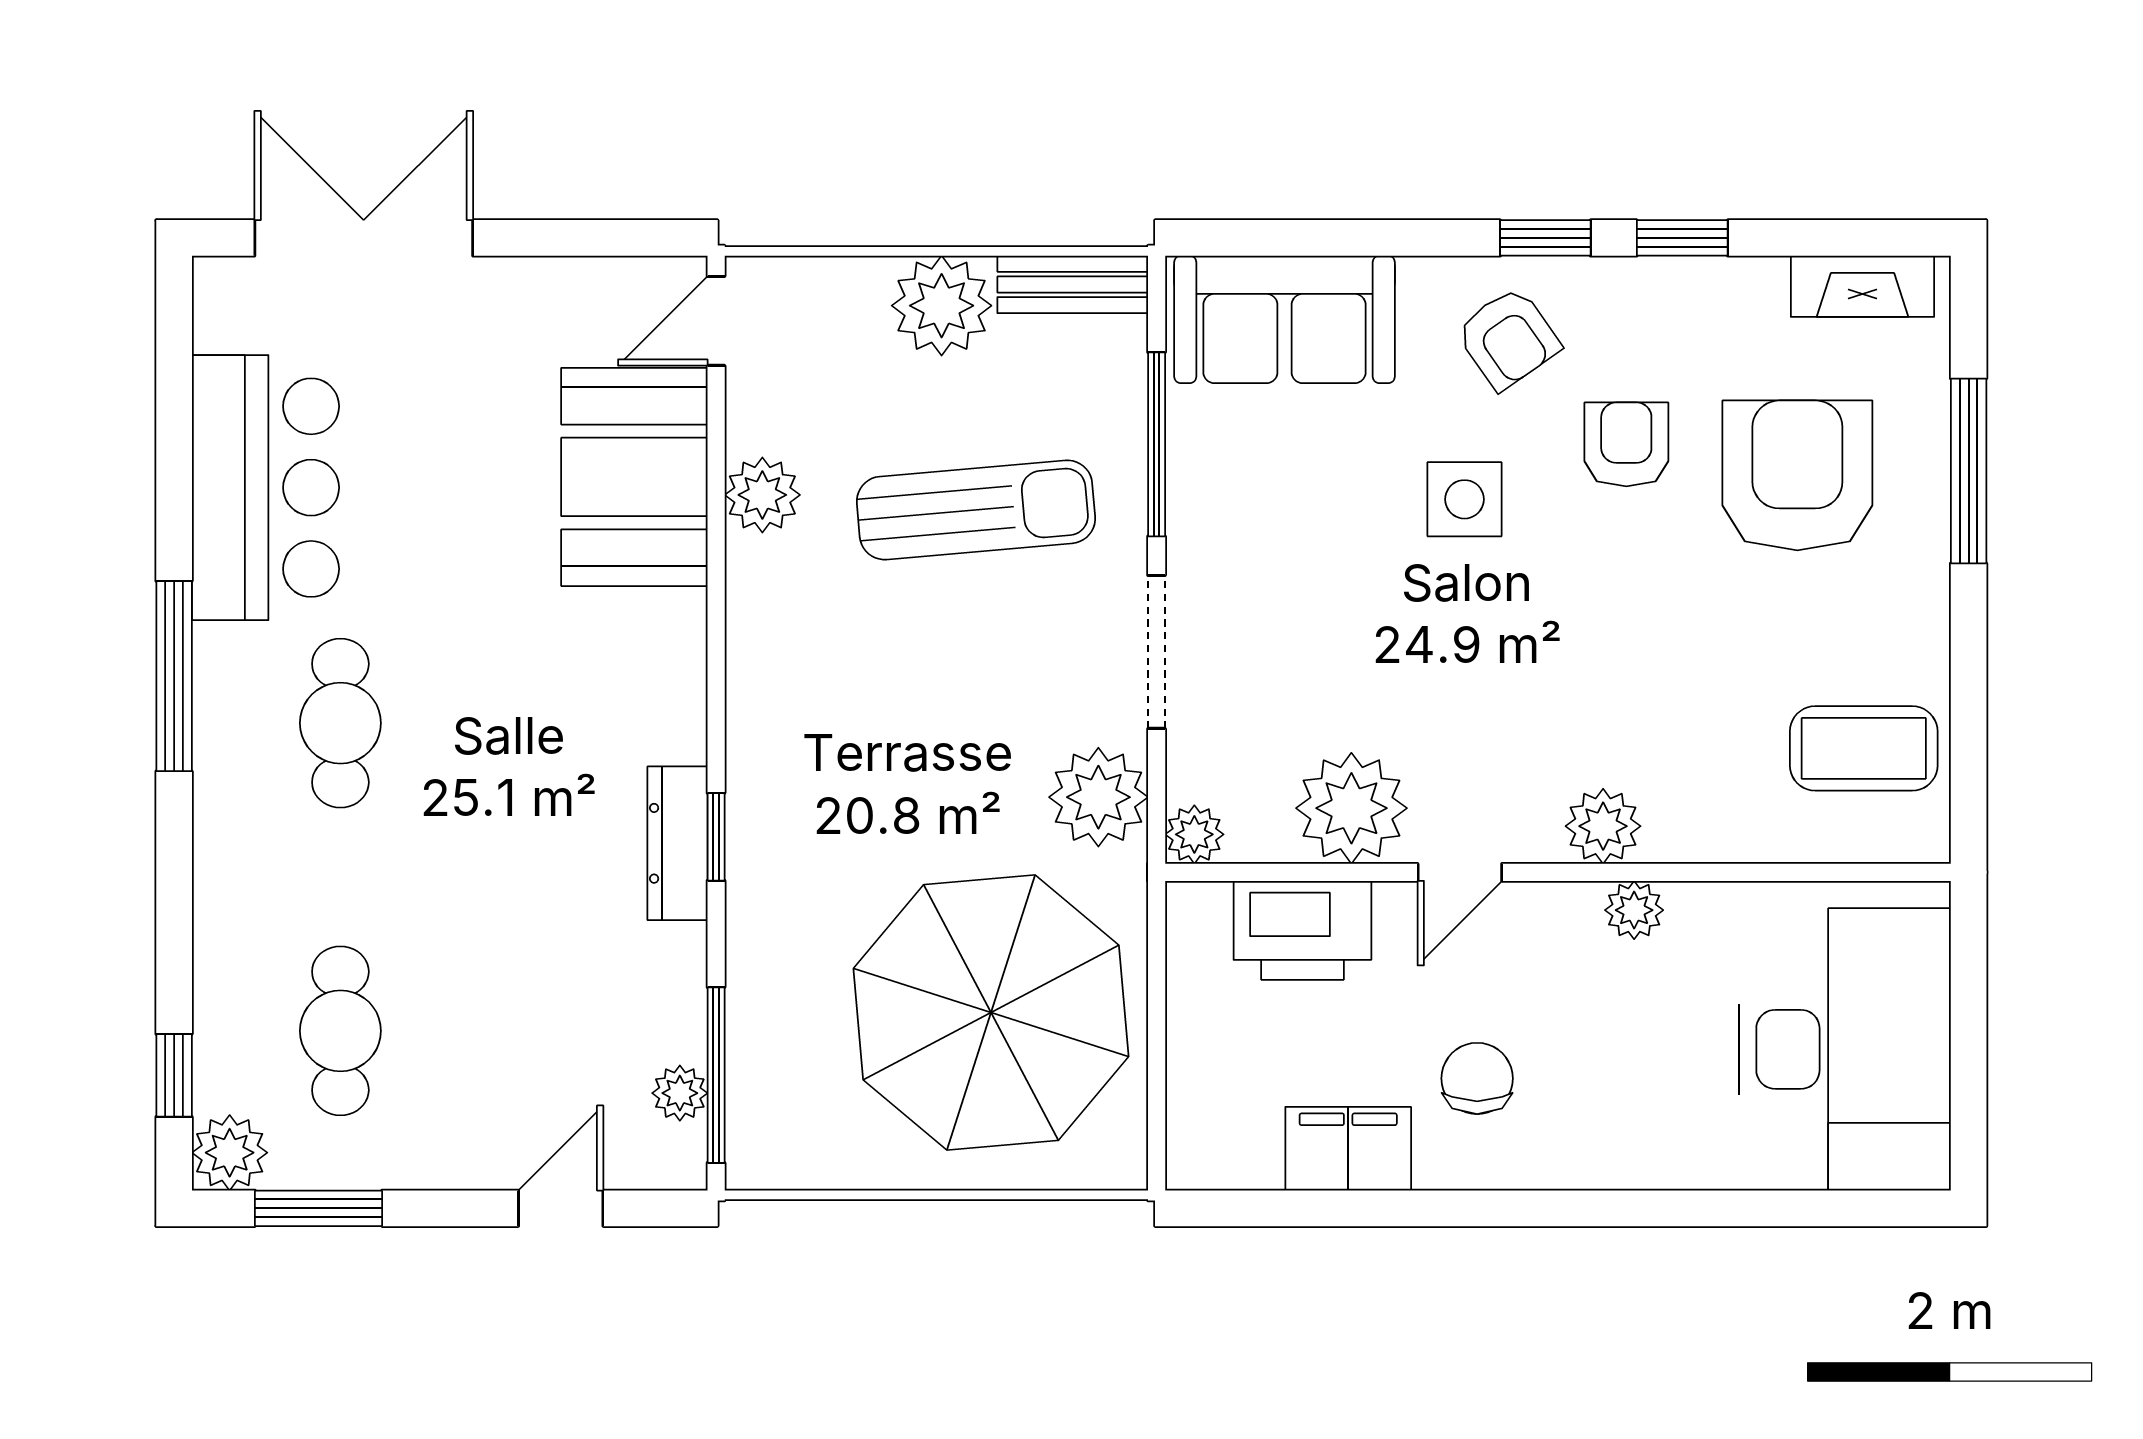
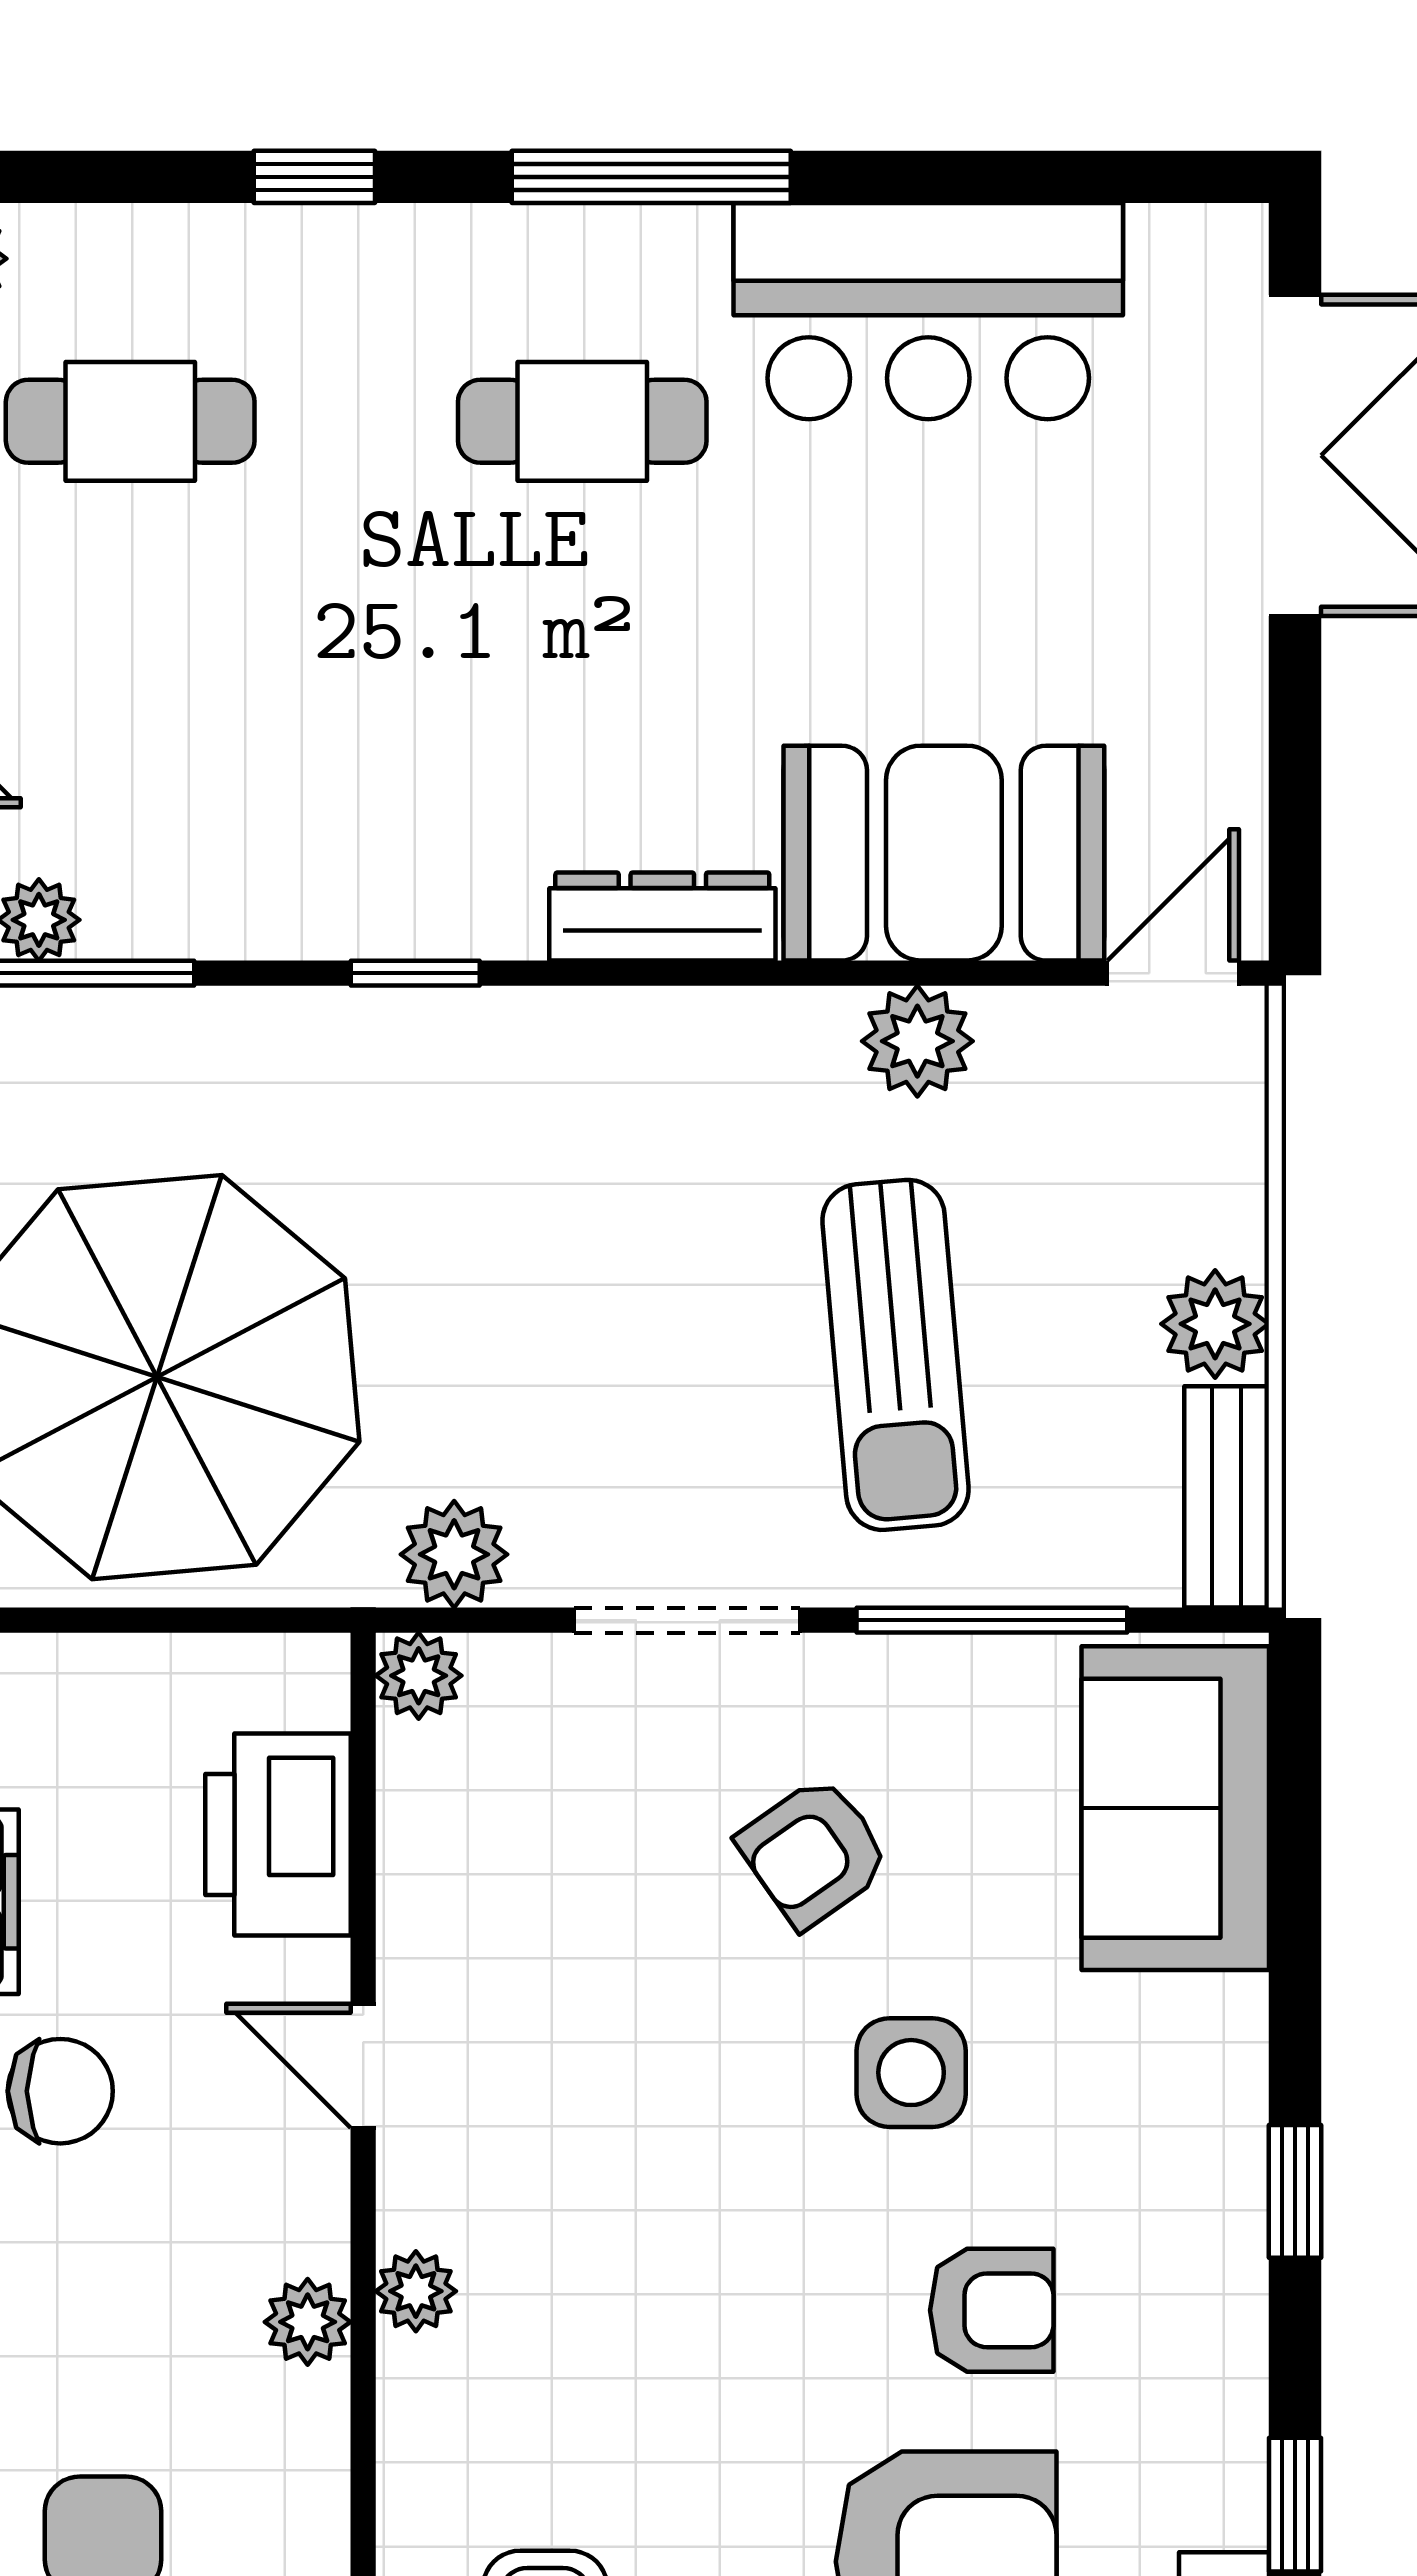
window: (1682, 238) -> (1295, 2505), moved
plant: (942, 306) -> (1215, 1324), width x0.73, depth x0.73
door: (716, 321) -> (1173, 973), hinge flipped
armchair: (1508, 338) -> (814, 1852), moved
plant: (1098, 797) -> (454, 1554), width x0.73, depth x0.73
plant: (1351, 808) -> (457, 1907), removed
plant: (1603, 826) -> (416, 2291), width x0.73, depth x0.73
dresser: (678, 843) -> (662, 916), moved
window: (174, 1075) -> (314, 177), moved

